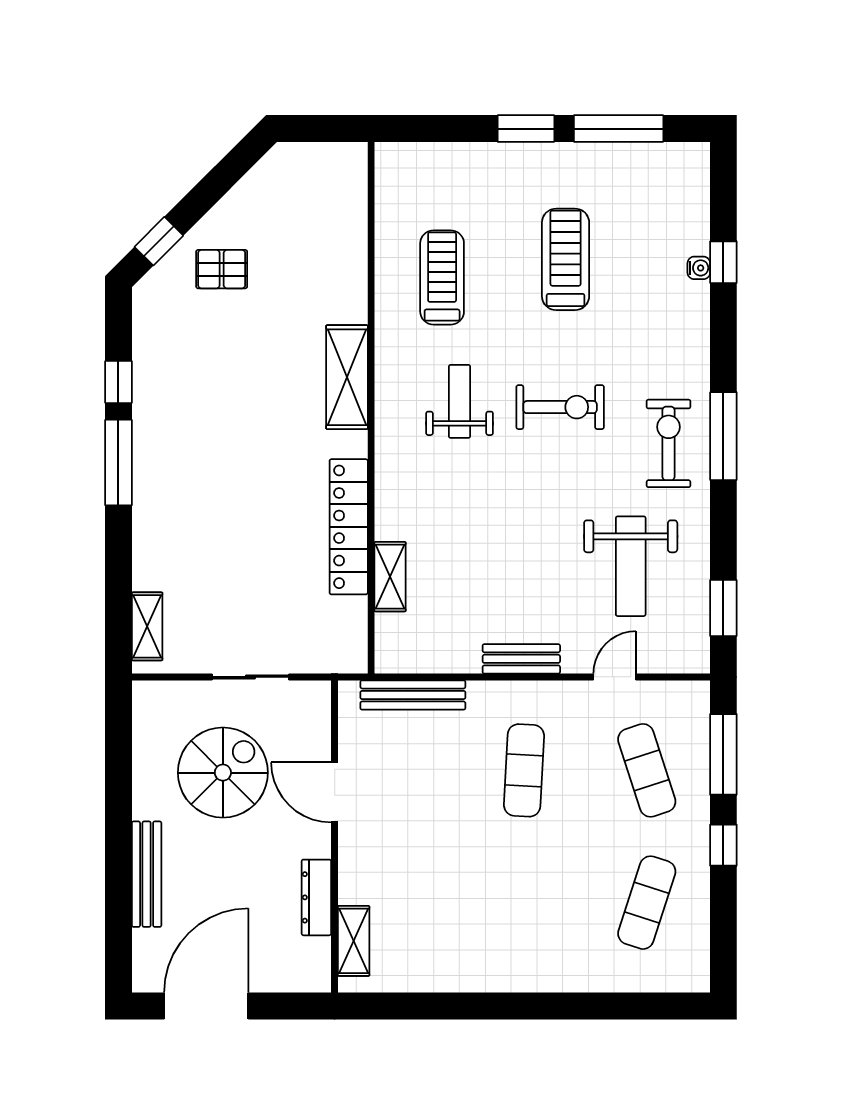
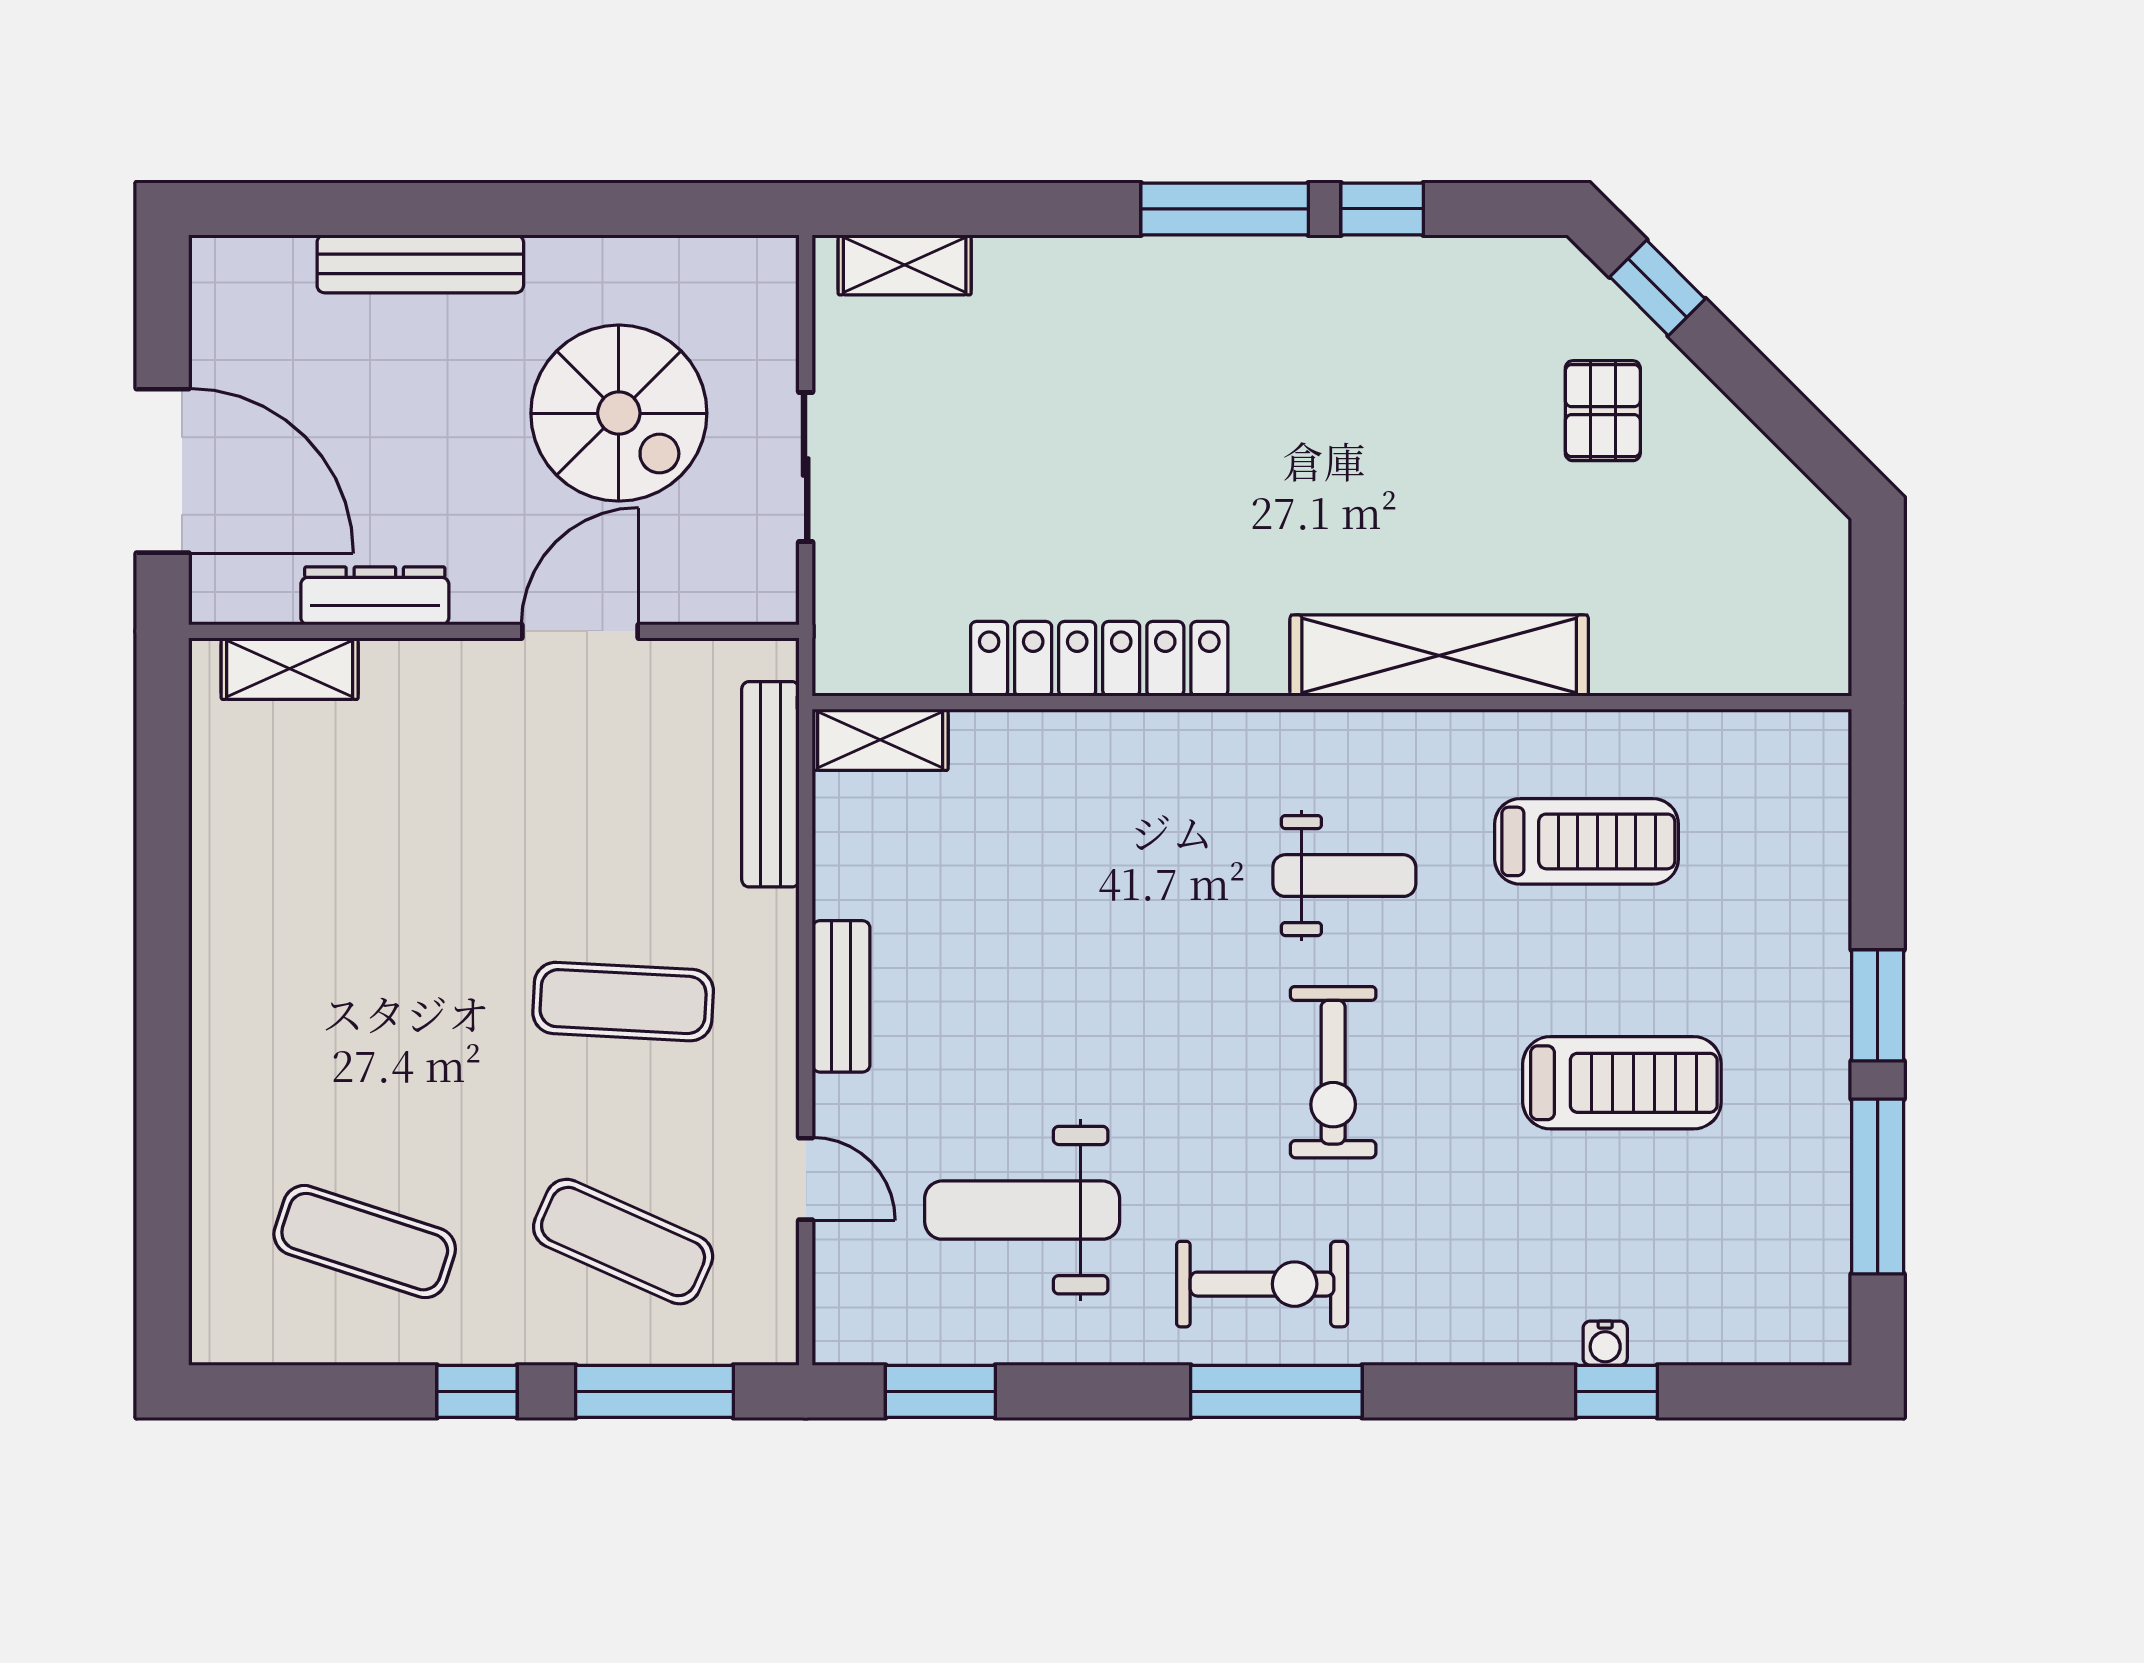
shelving: (347, 377) -> (1439, 656), width x1.47
shelving: (390, 577) -> (880, 740), moved
exercise mat: (647, 770) -> (623, 1242), turned 42
door: (206, 1006) -> (163, 471), moved

